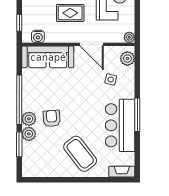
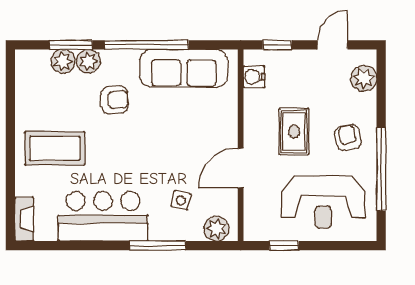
window: (137, 19) -> (284, 246), added
plant: (129, 37) -> (252, 232), removed
sofa: (48, 57) -> (184, 68), moved, turned -90
window: (137, 115) -> (158, 246), moved
plant: (29, 119) -> (63, 61), moved
coffee table: (80, 154) -> (55, 148), turned 38

